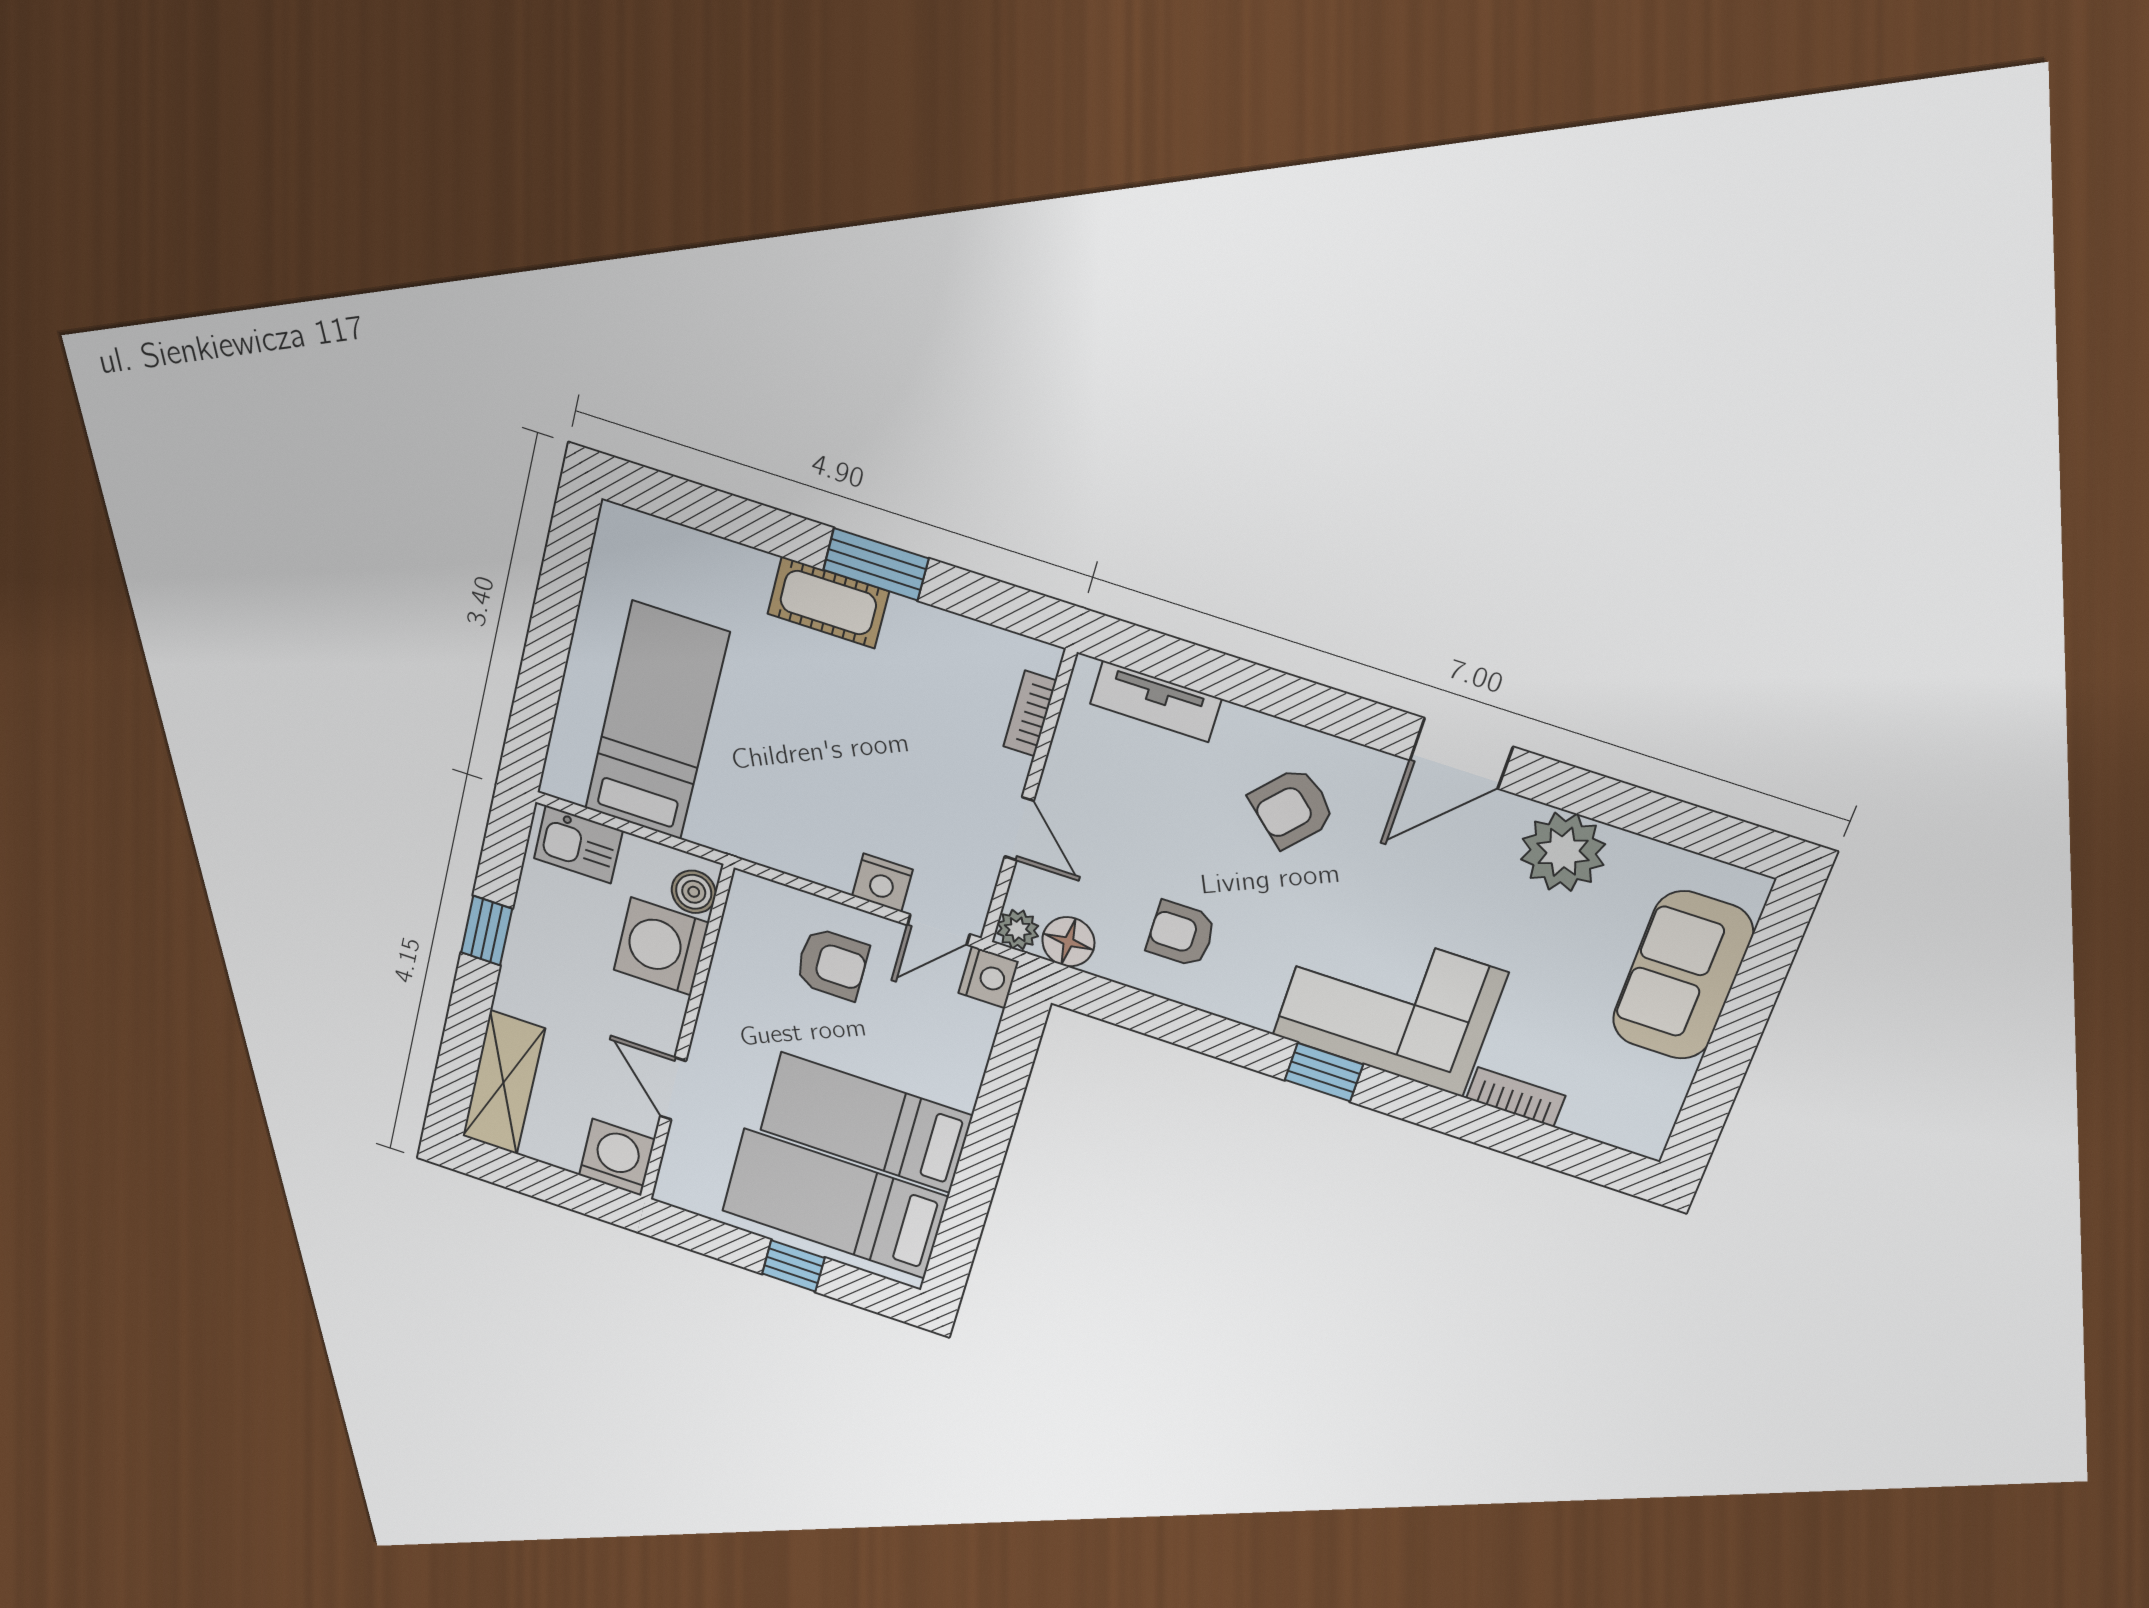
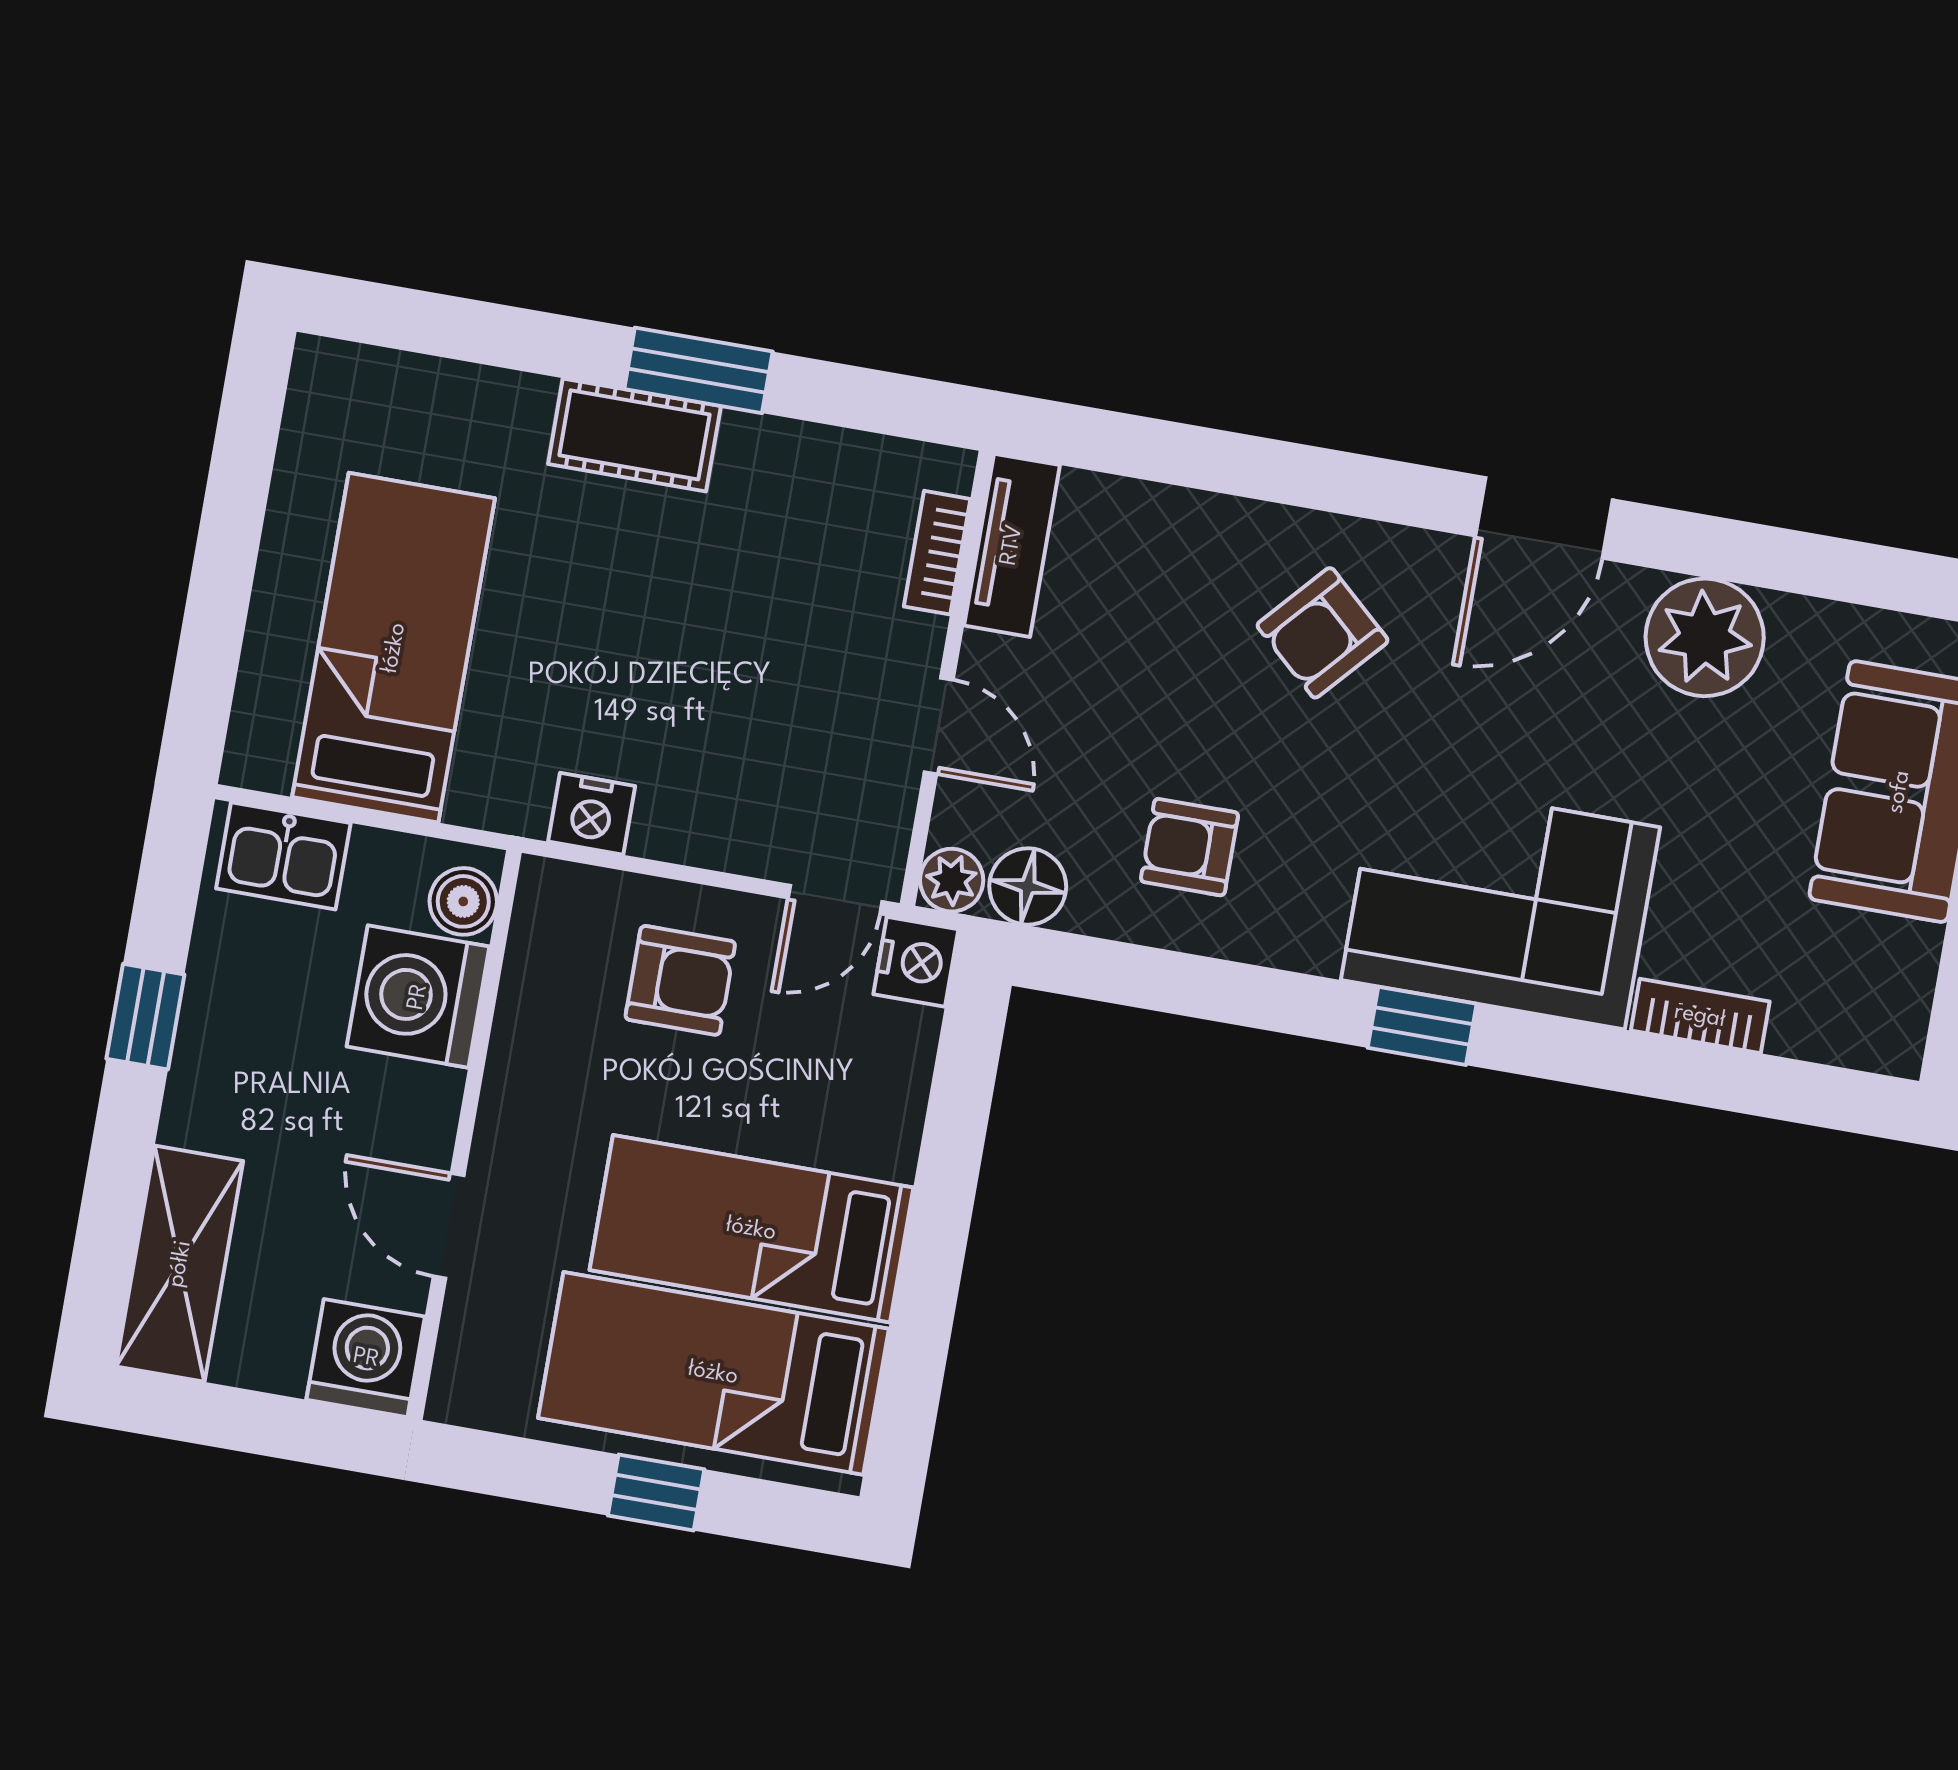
tv unit: (1156, 701) -> (1012, 545), moved, turned -90
nightstand: (882, 883) -> (592, 814), moved

